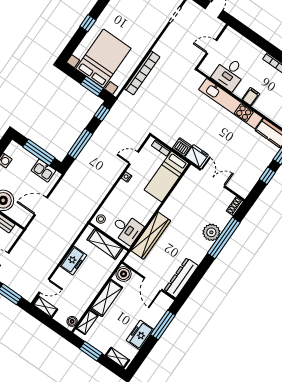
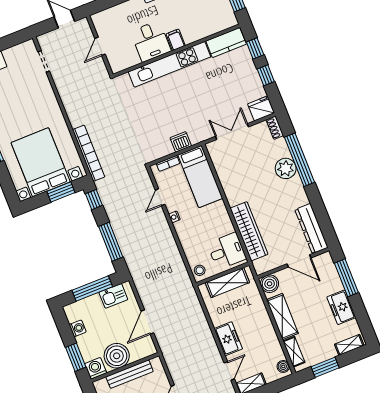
bookcase: (142, 73) -> (89, 153), moved
desk: (229, 74) -> (151, 41), moved
fridge: (197, 156) -> (261, 108), moved
freezer: (73, 260) -> (228, 339), moved

